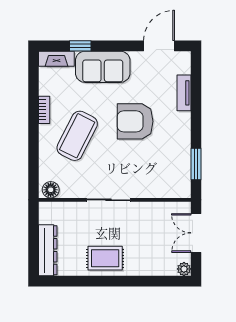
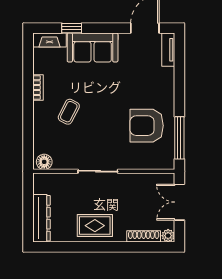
tv unit: (184, 93) -> (168, 50), moved
armchair: (135, 121) -> (147, 126), moved
coffee table: (77, 136) -> (69, 112), width x0.54, depth x0.58
window: (196, 164) -> (179, 138), width x1.44
shoe rack: (158, 270) -> (144, 236), added

